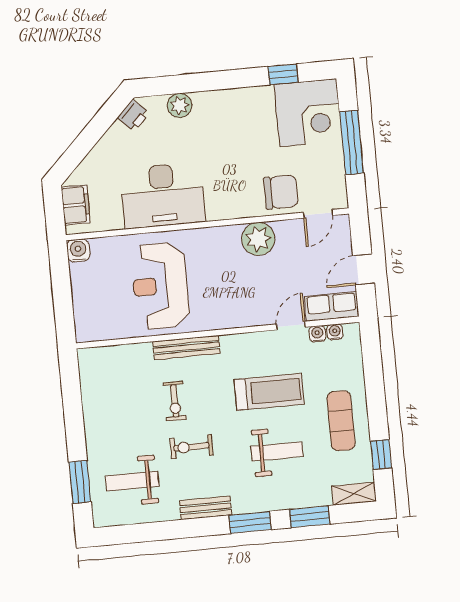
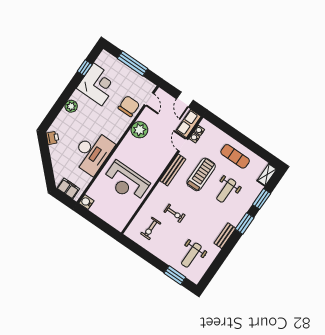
plant: (180, 105) -> (71, 106), moved
corner desk: (308, 113) -> (98, 84), moved
bench: (186, 348) -> (173, 170), moved
exercise bike: (191, 447) -> (151, 228), moved
weight bench: (277, 451) -> (226, 191), turned 180
window: (381, 454) -> (261, 152), removed

